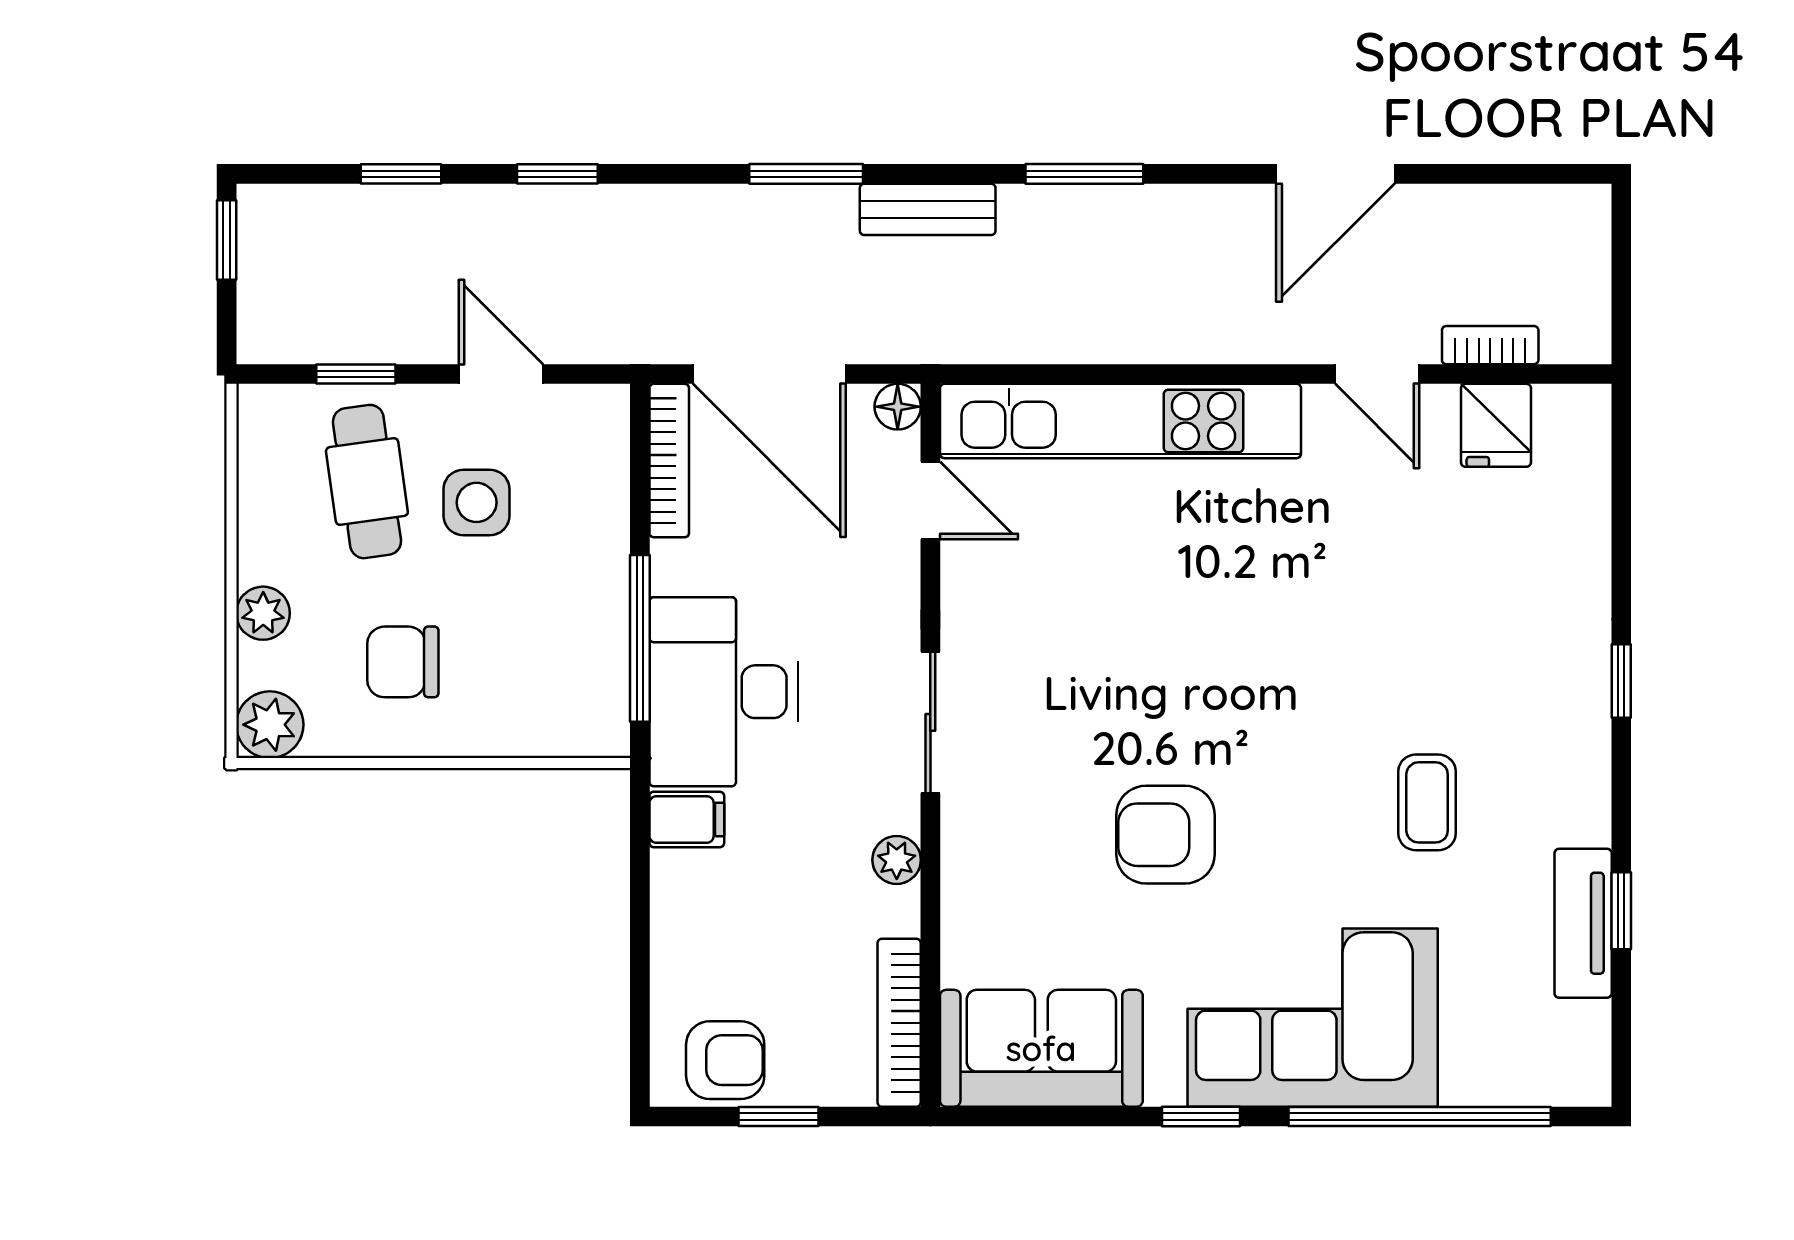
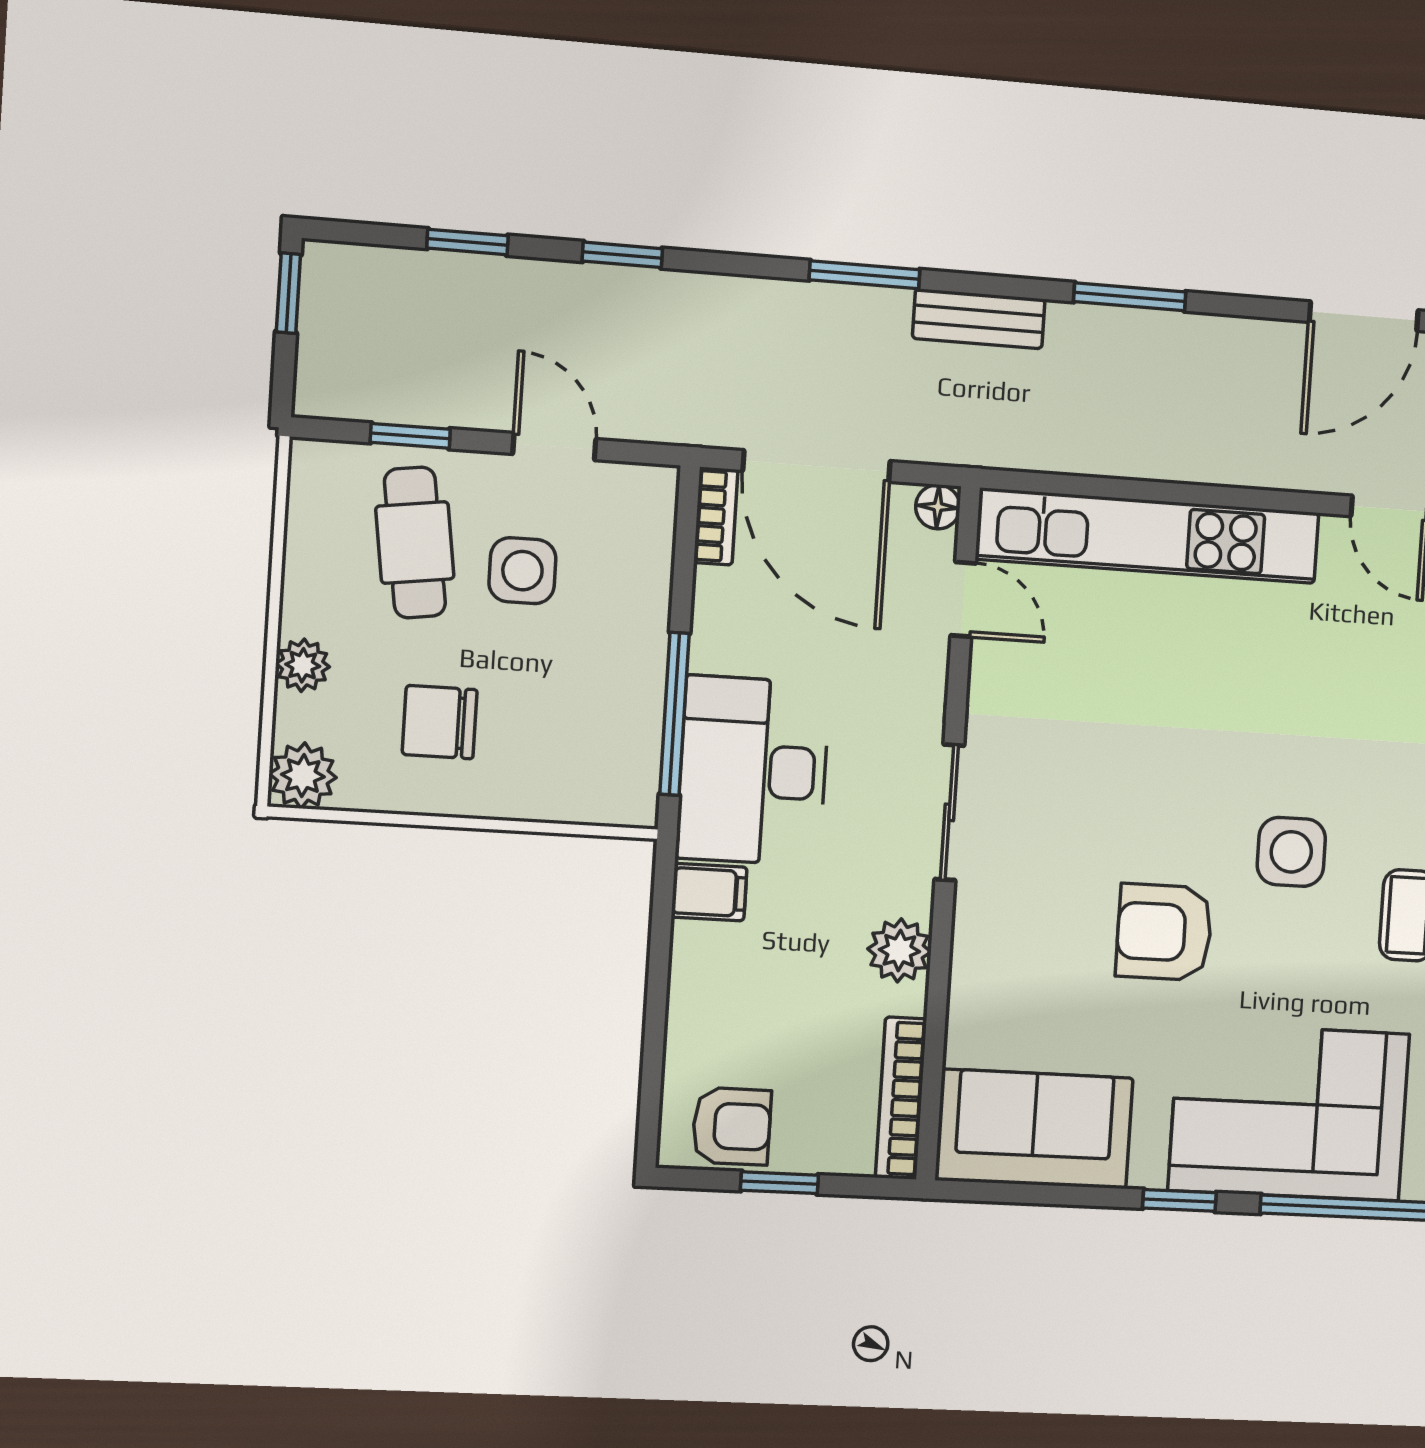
bookcase: (669, 461) -> (716, 516), width x0.64
side table: (1296, 742) -> (1291, 852), added
plant: (897, 860) -> (899, 950), width x1.38, depth x1.38

